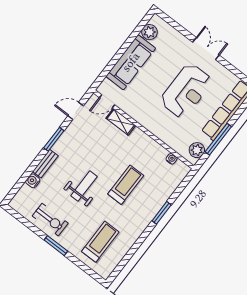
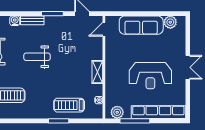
door: (107, 101) -> (104, 29), hinge flipped
shelving: (121, 122) -> (97, 72), moved
treadmill: (126, 185) -> (69, 105), moved, turned 180
weight bench: (84, 186) -> (37, 57), turned 180

